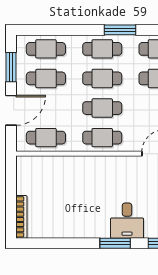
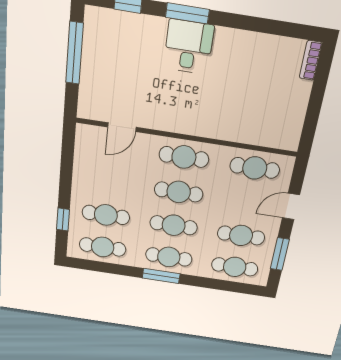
window: (120, 30) -> (161, 276), moved
door: (11, 110) -> (291, 206), width x0.73
bookcase: (21, 217) -> (311, 60), width x0.64
desk: (127, 221) -> (189, 47), moved

